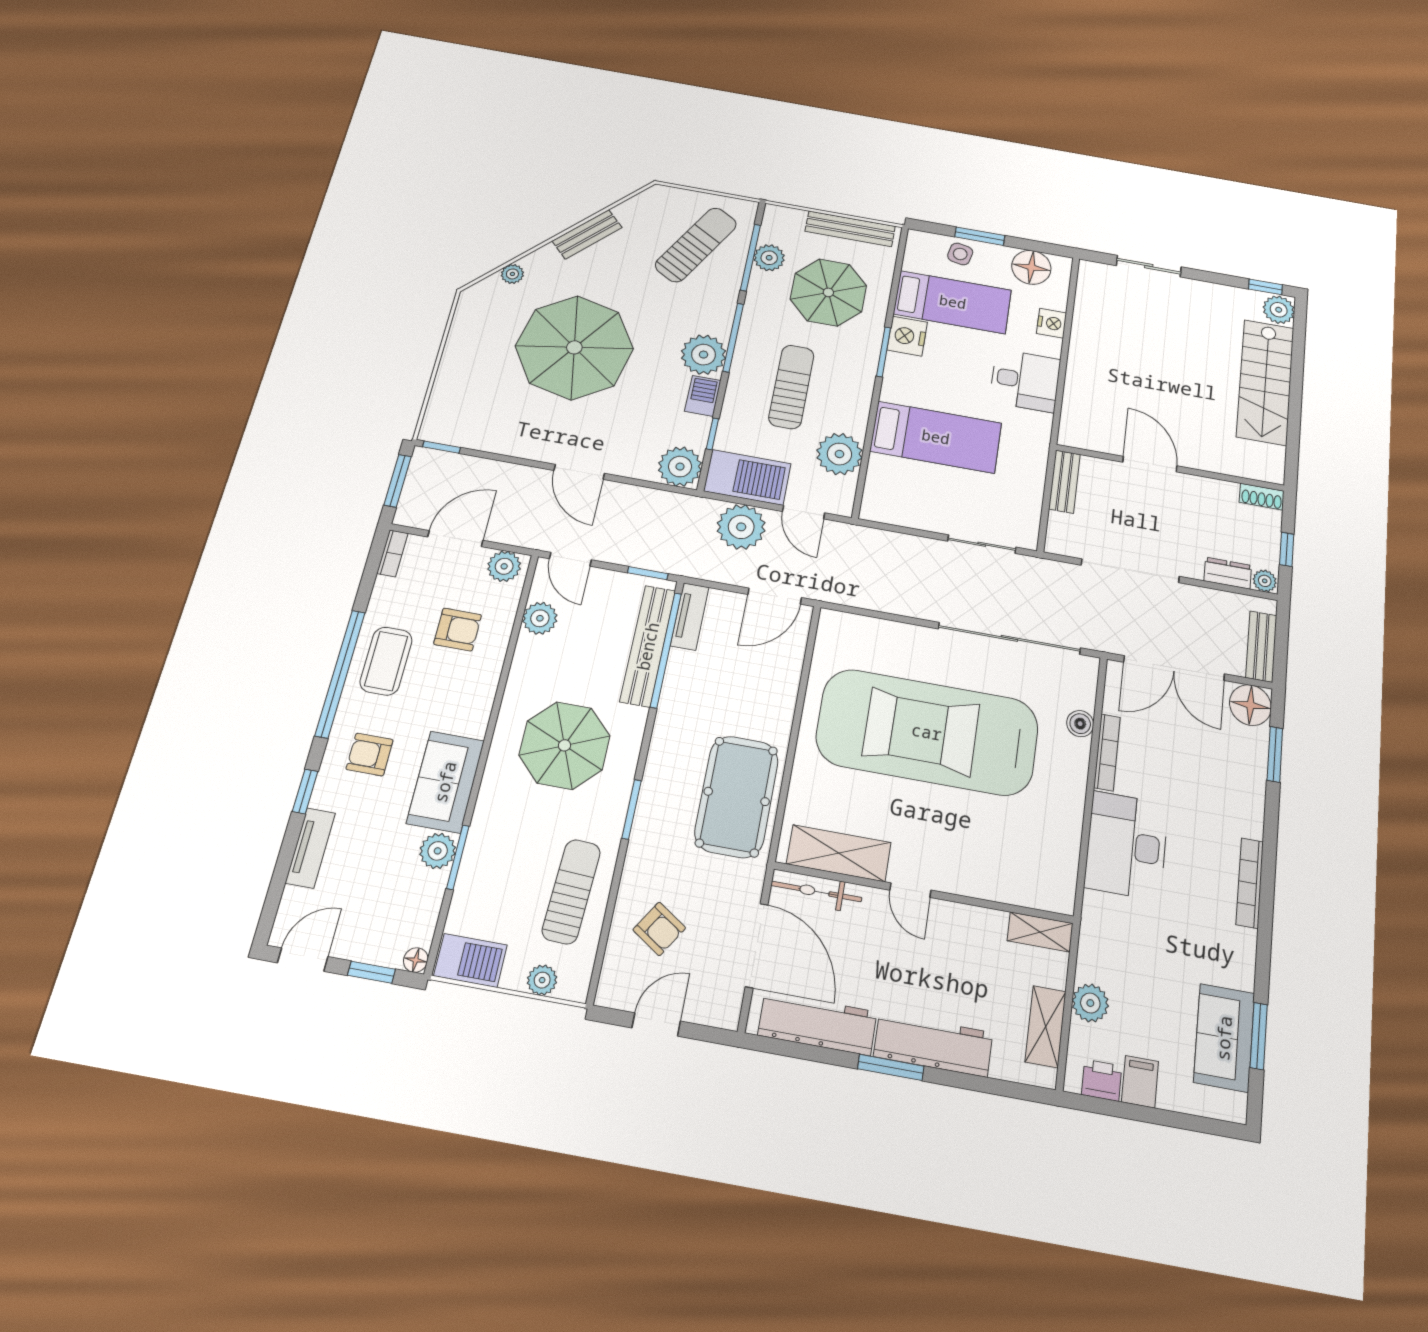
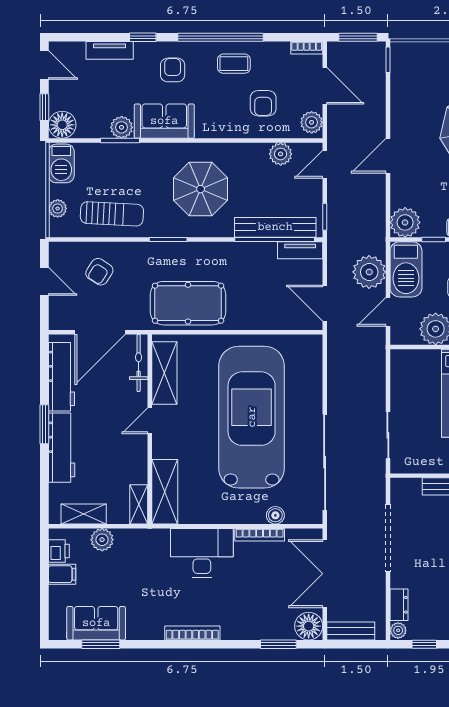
coffee table: (386, 661) -> (234, 64), width x0.73, depth x0.77
shelving: (1025, 886) -> (165, 492), added
floor lamp: (416, 960) -> (62, 125), width x1.89, depth x1.89

